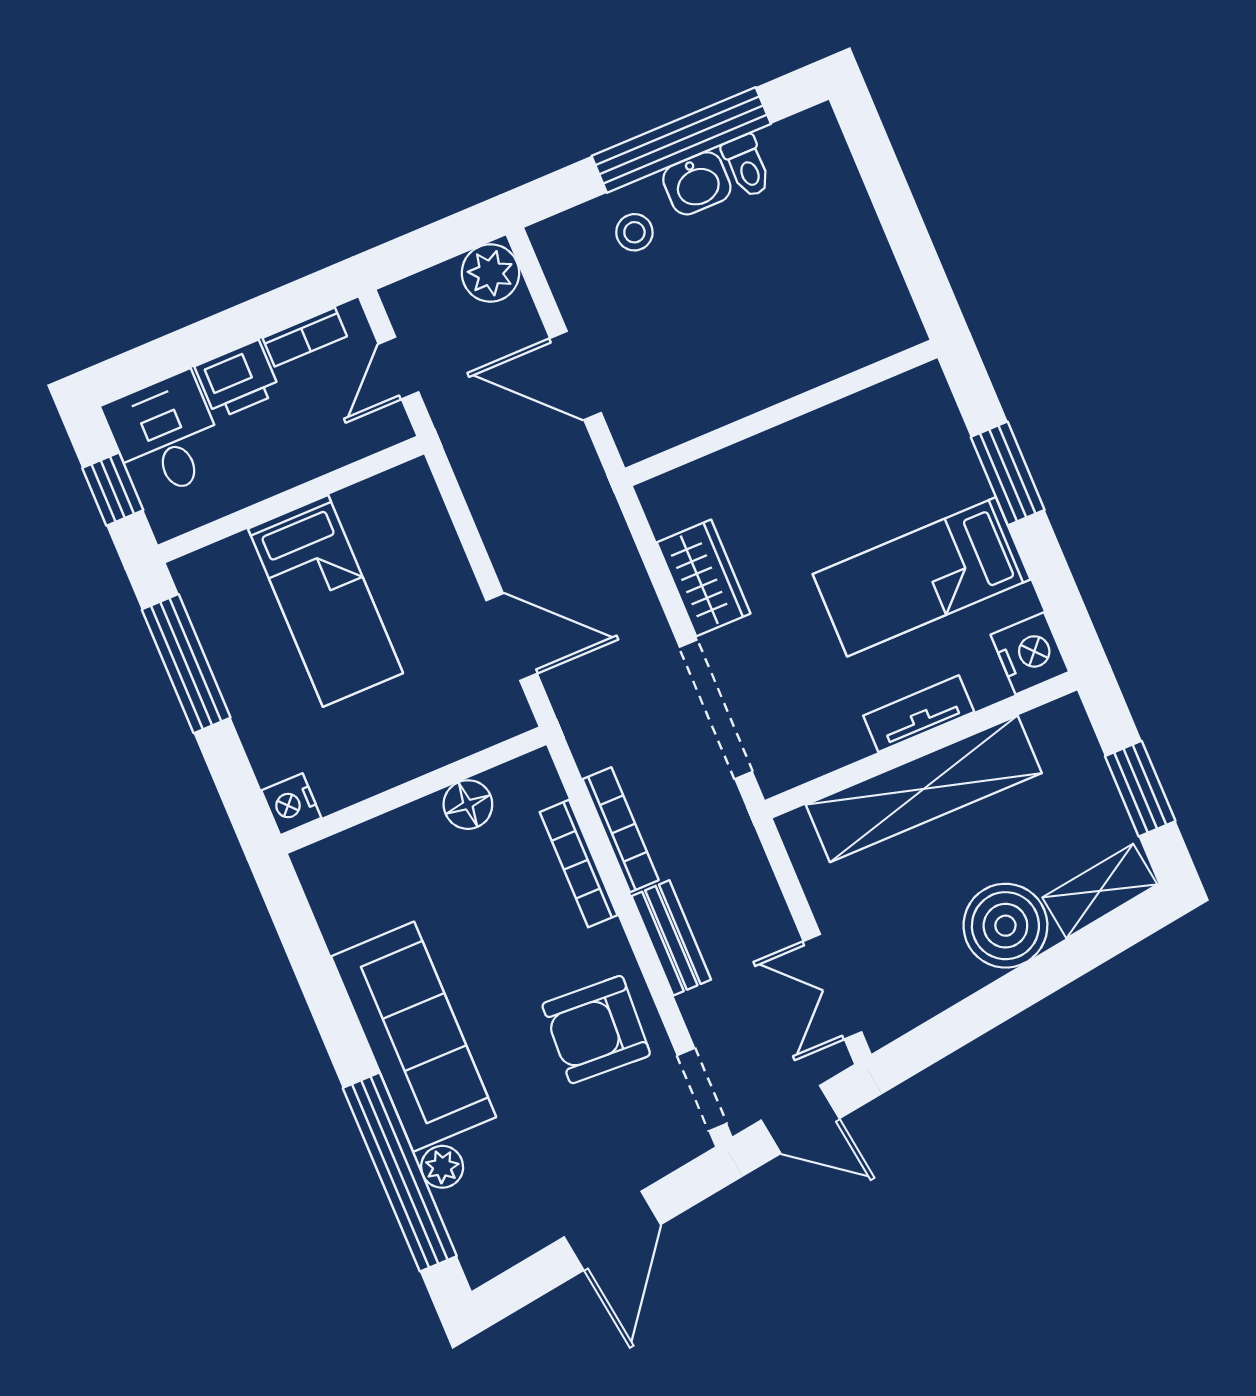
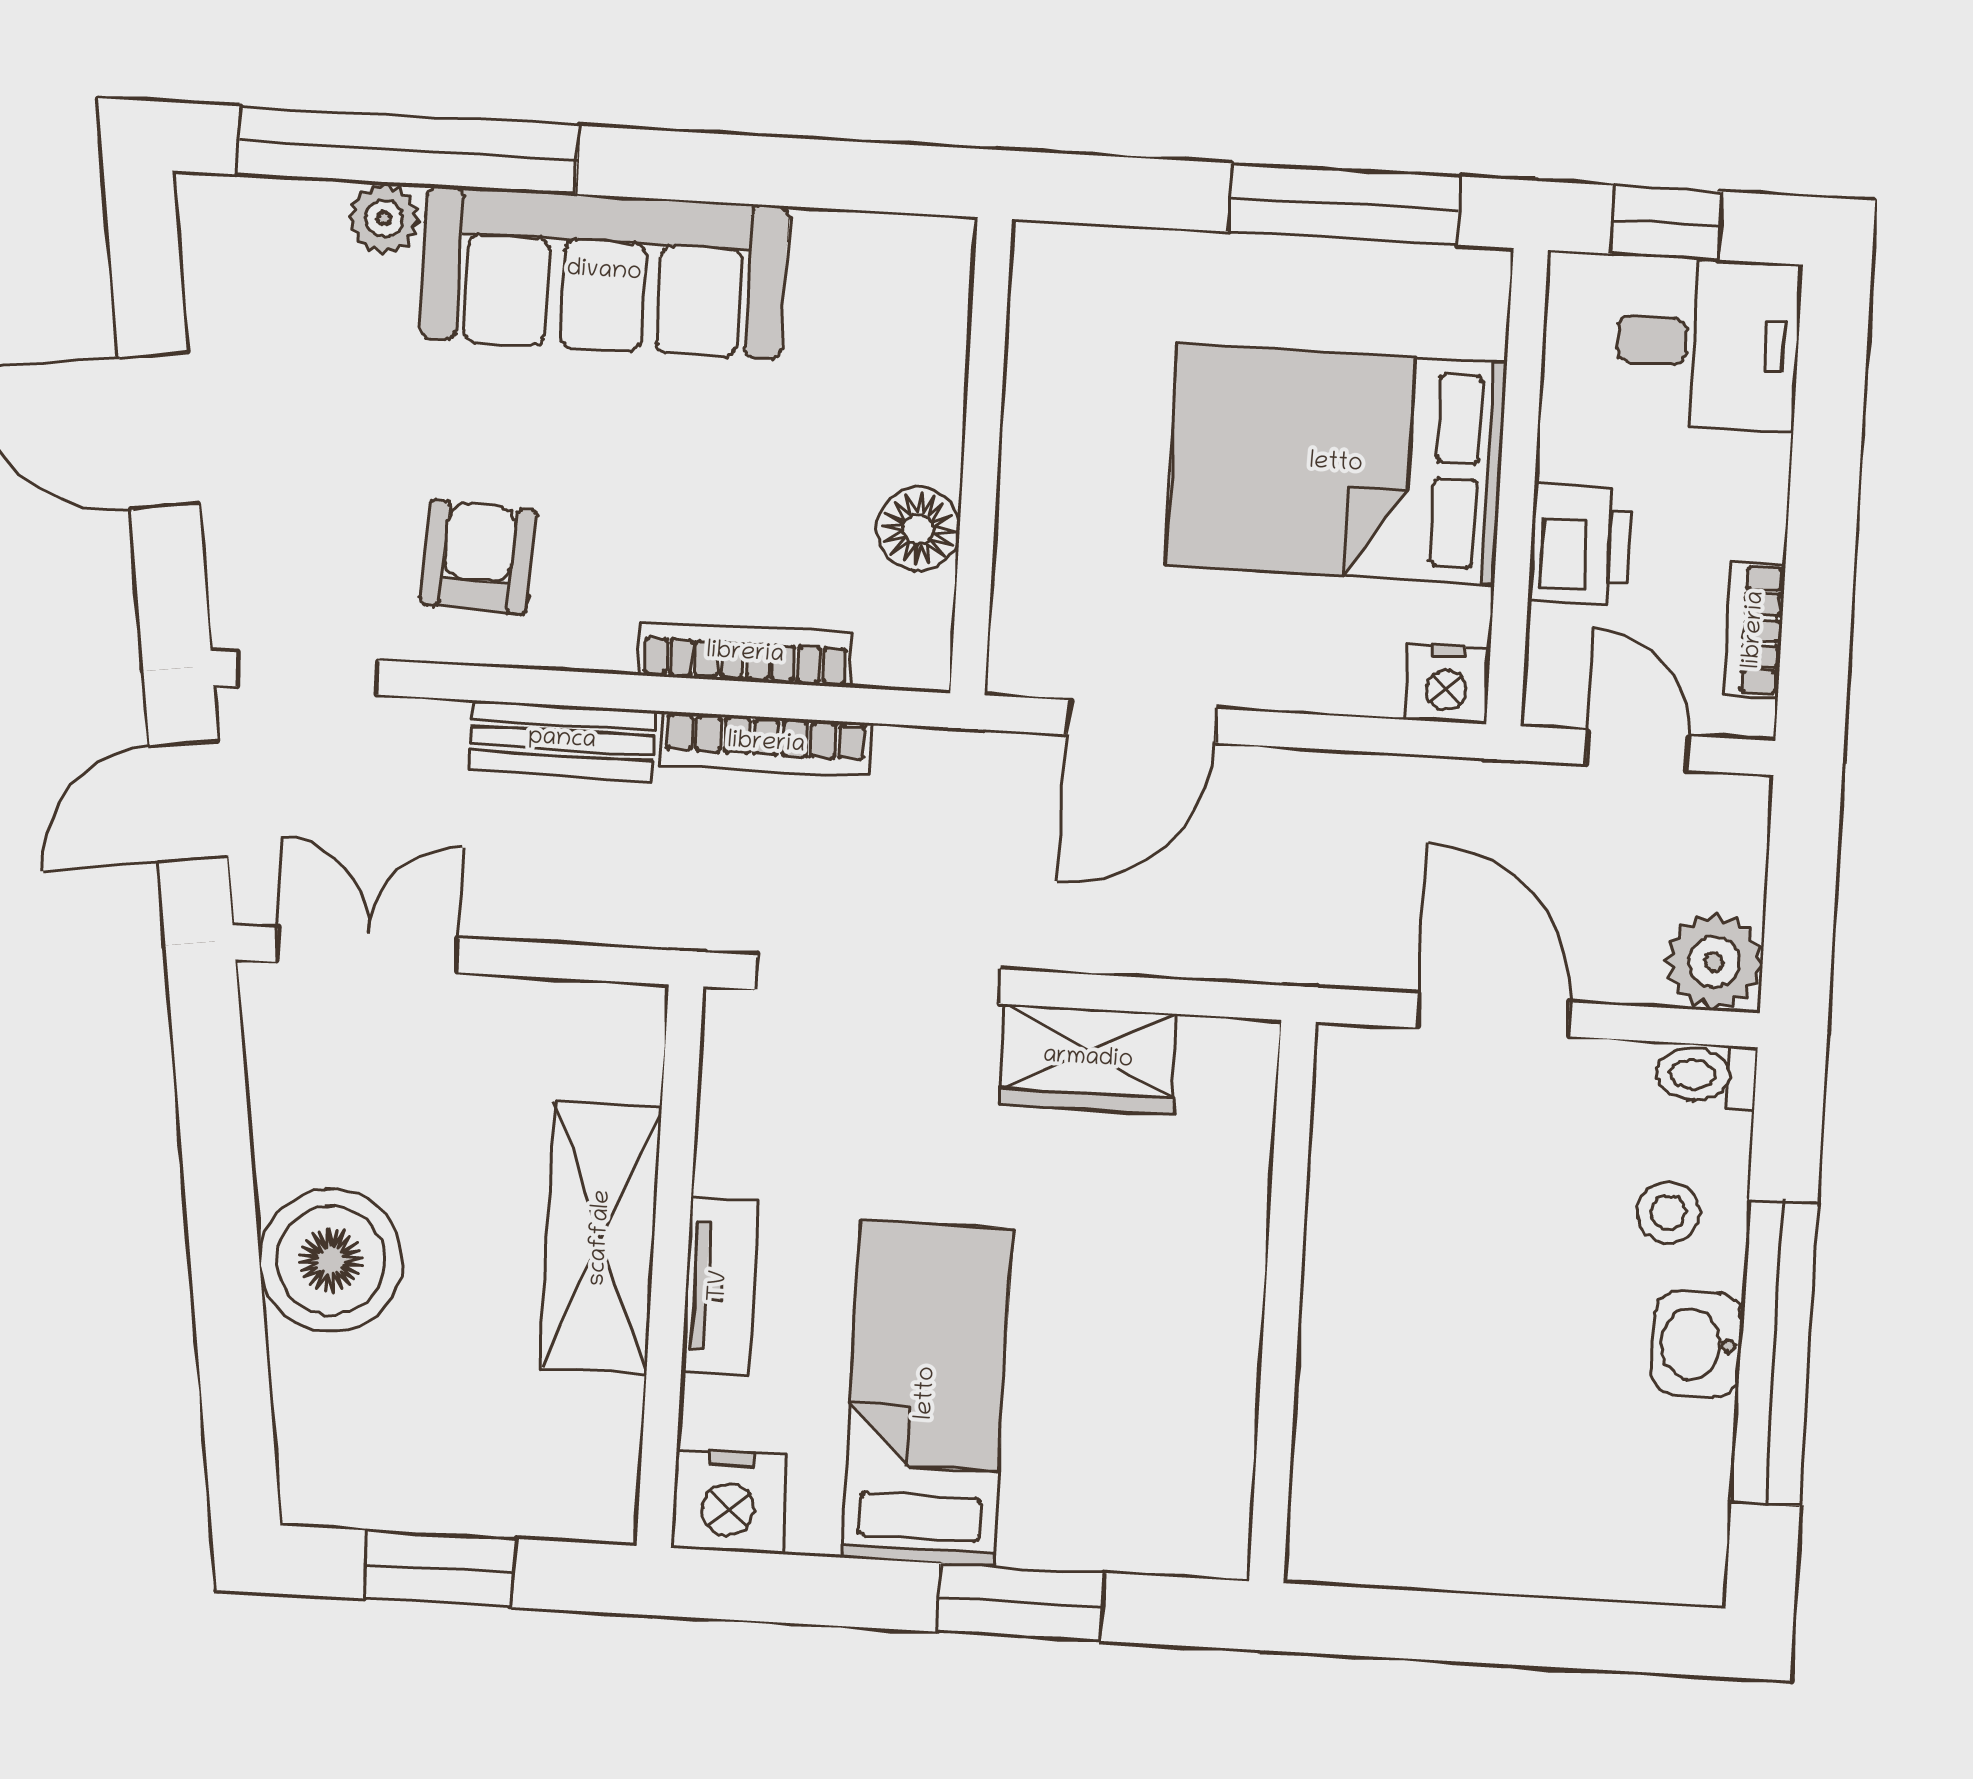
toilet: (747, 166) -> (1706, 1075), moved
door: (576, 376) -> (1494, 1015), hinge flipped
printer: (238, 380) -> (1580, 544), moved, turned 180
bed: (325, 601) -> (1336, 464), width x1.50
shelving: (924, 789) -> (601, 1238), width x0.68
nightstand: (291, 804) -> (1447, 684), moved, turned 180
shelving: (1100, 891) -> (313, 1430), removed
armchair: (596, 1030) -> (478, 557), width x0.72, depth x0.72

